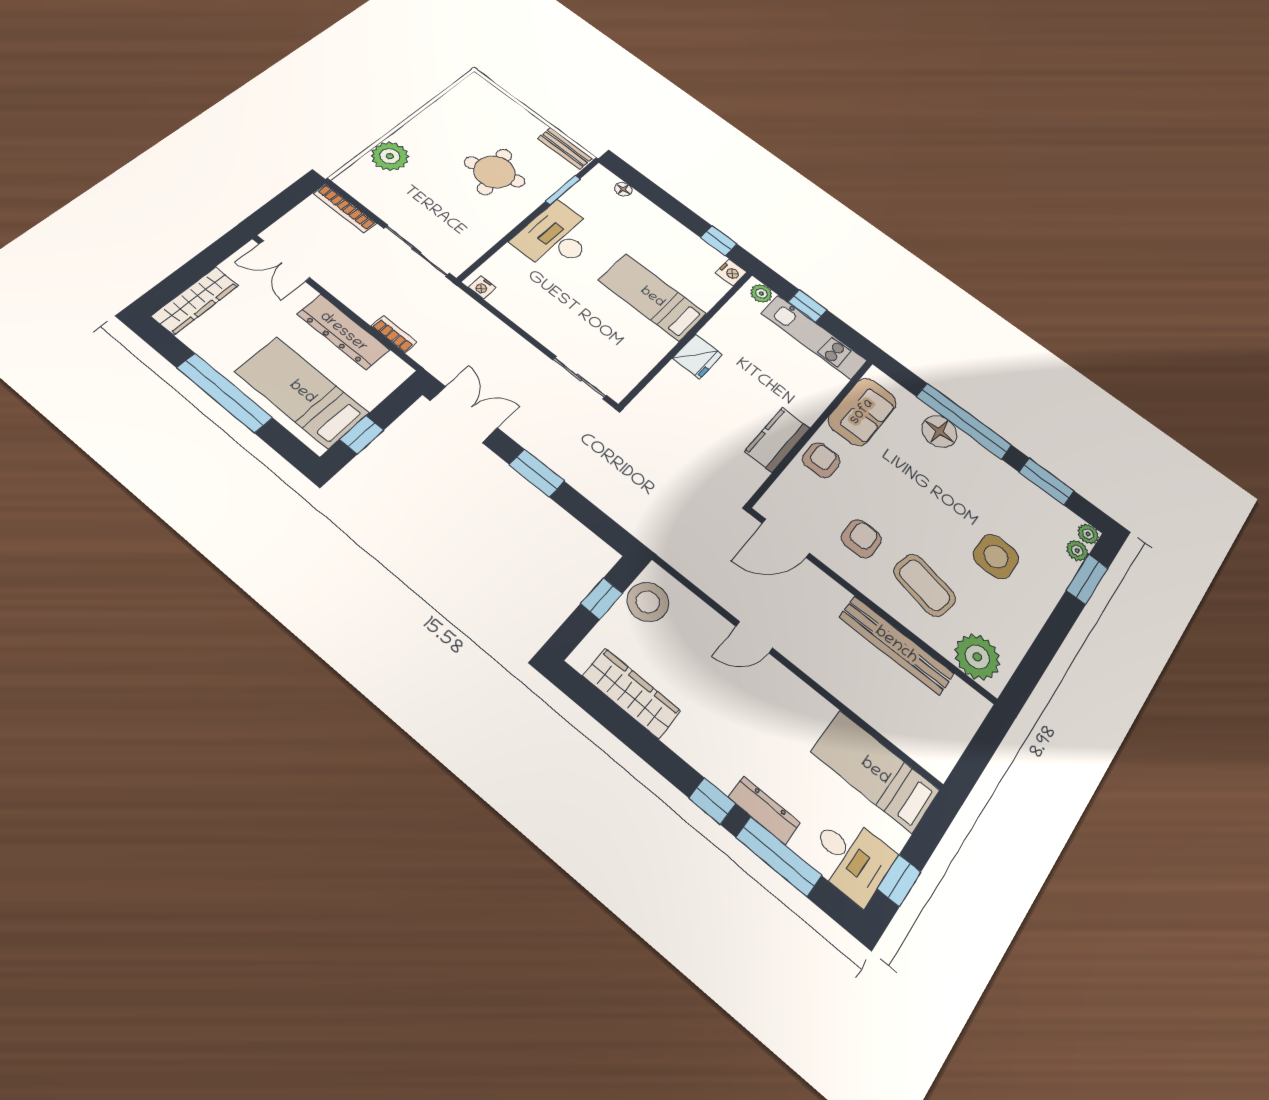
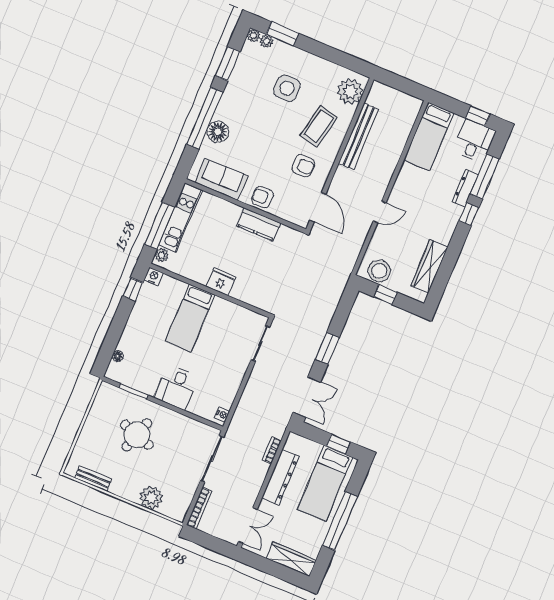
bench: (565, 148) -> (93, 479), moved, turned 90
round table: (495, 172) -> (137, 435), turned 36
desk: (556, 238) -> (176, 387), width x0.73
window: (807, 306) -> (160, 226), width x2.17
double door: (464, 414) -> (307, 397), swing flipped
armchair: (861, 539) -> (303, 166), turned 180
door: (754, 637) -> (380, 212), hinge flipped

